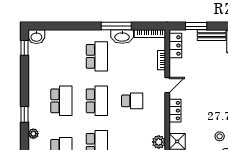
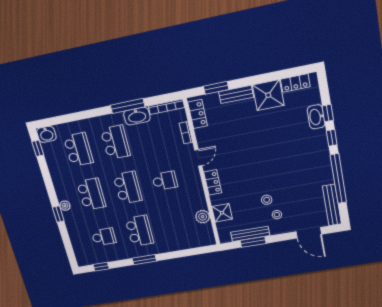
school desk: (61, 56) -> (78, 150), added
plant: (33, 134) -> (65, 206), moved

